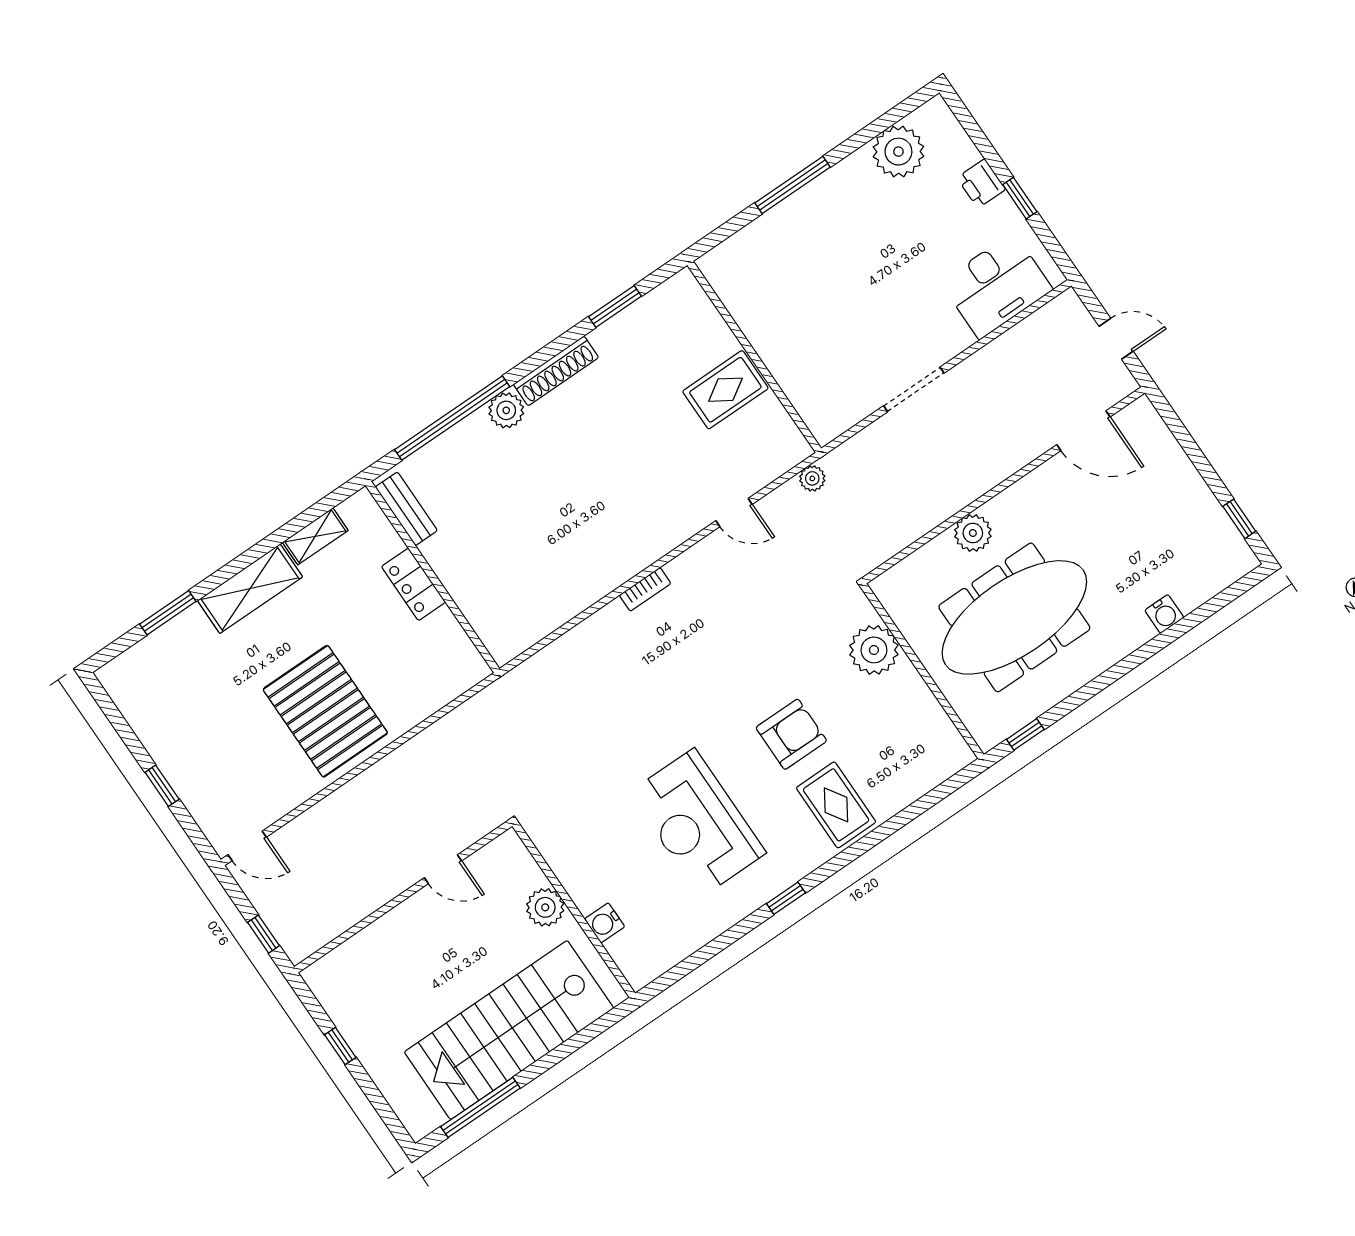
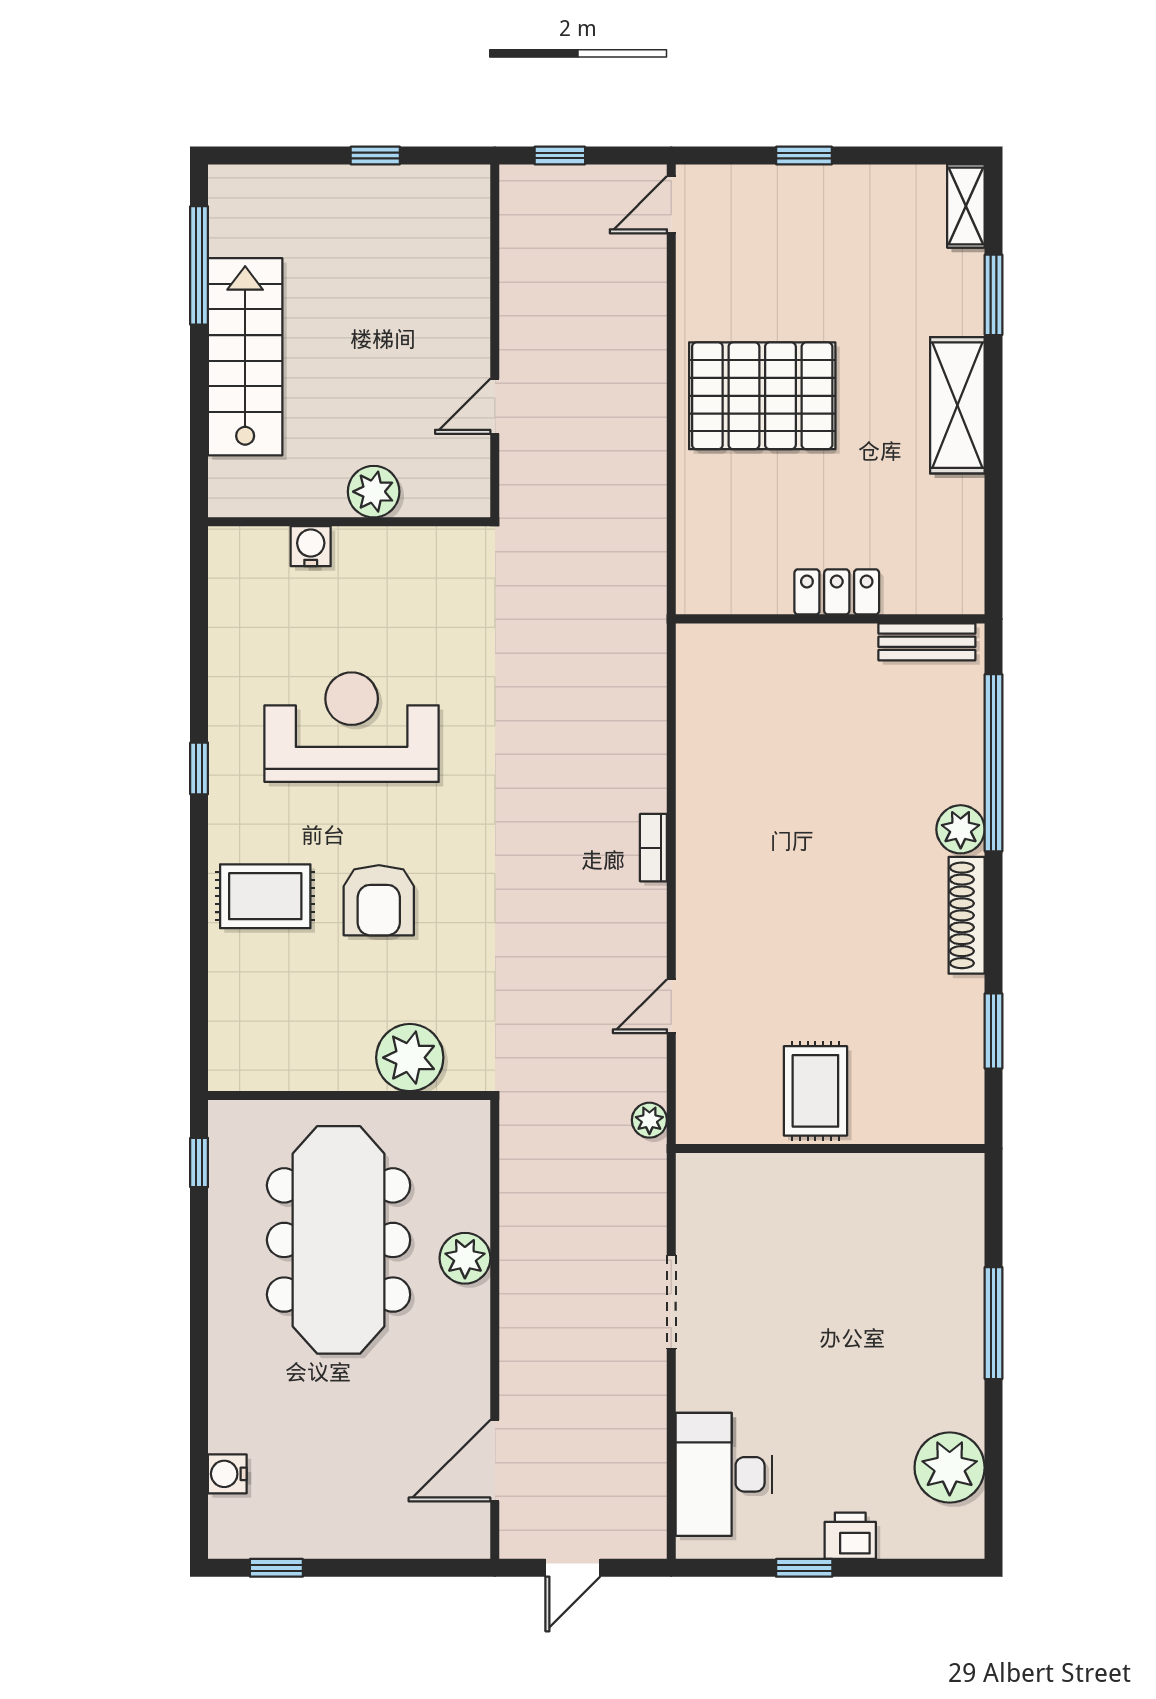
shelving: (315, 536) -> (966, 206), moved
water cooler: (1164, 614) -> (227, 1474), moved
stairs: (509, 1030) -> (245, 357), width x0.73, depth x0.66

